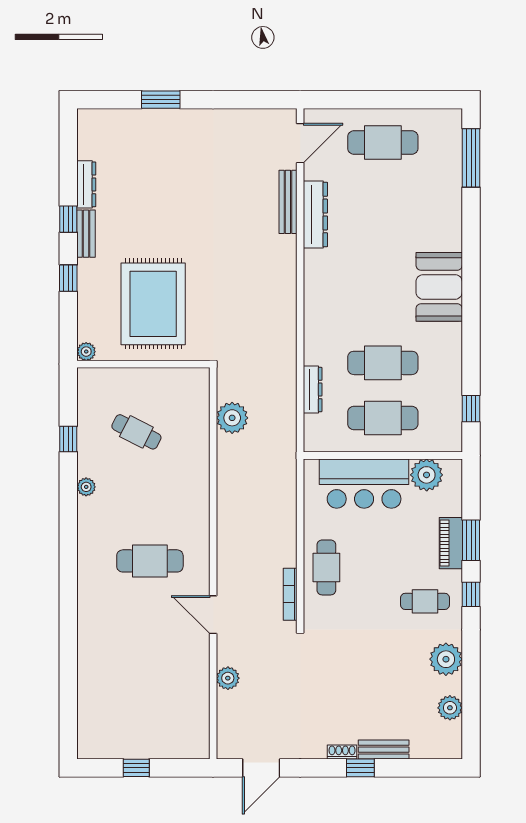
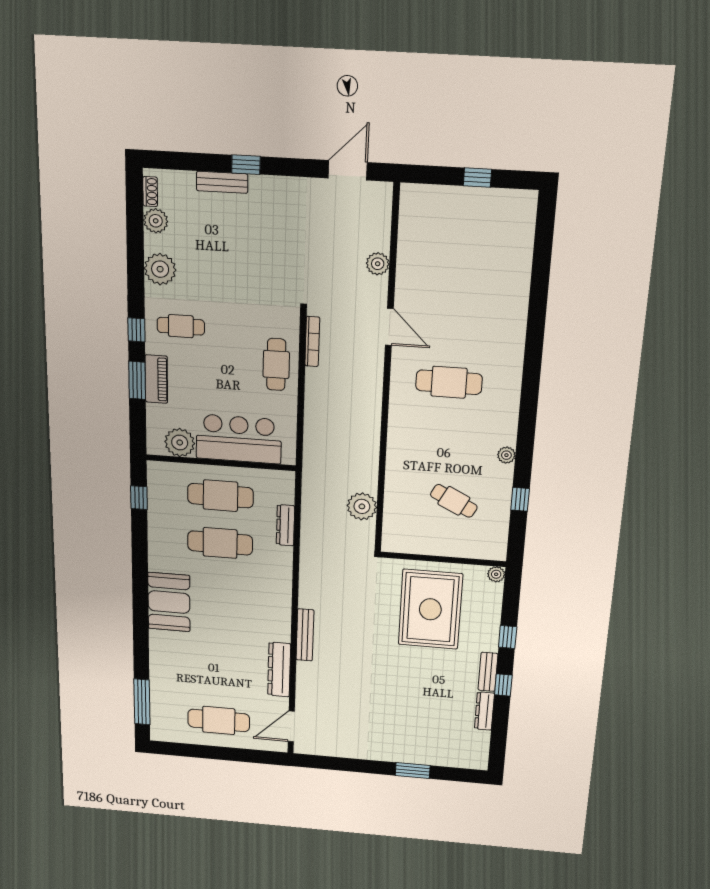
bench: (288, 202) -> (305, 635), moved
shoe rack: (342, 752) -> (150, 192), moved, turned -90

